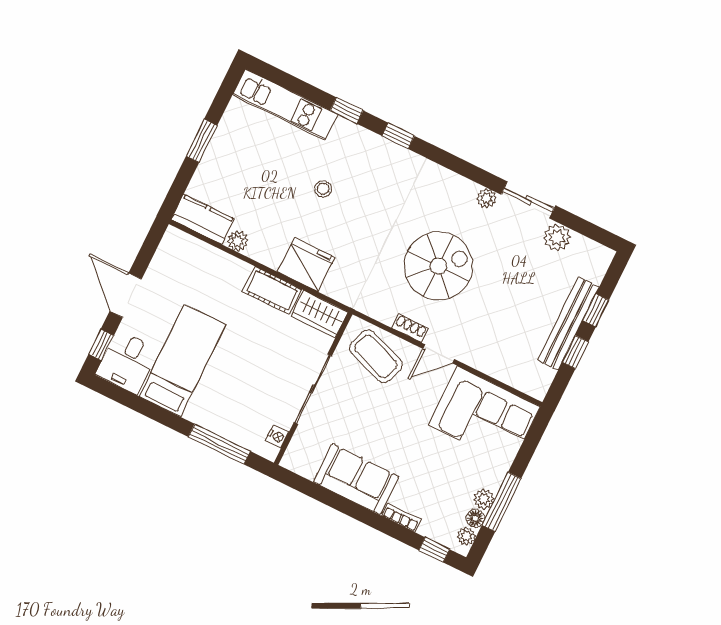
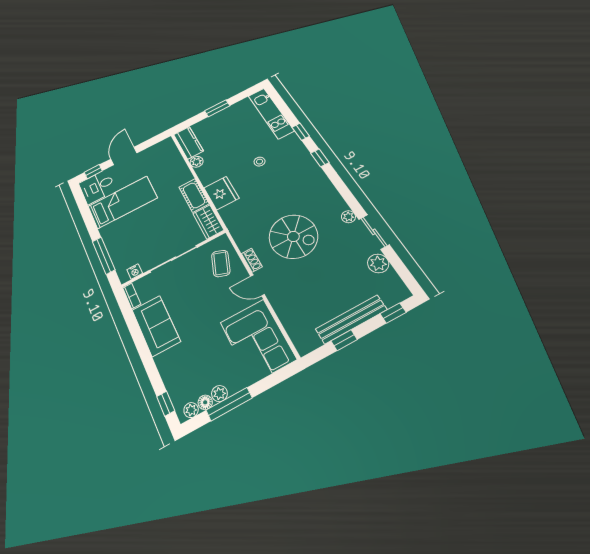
window: (596, 310) -> (393, 313), moved
coffee table: (376, 356) -> (221, 263), width x0.73, depth x0.77
bookcase: (401, 517) -> (132, 296), moved

